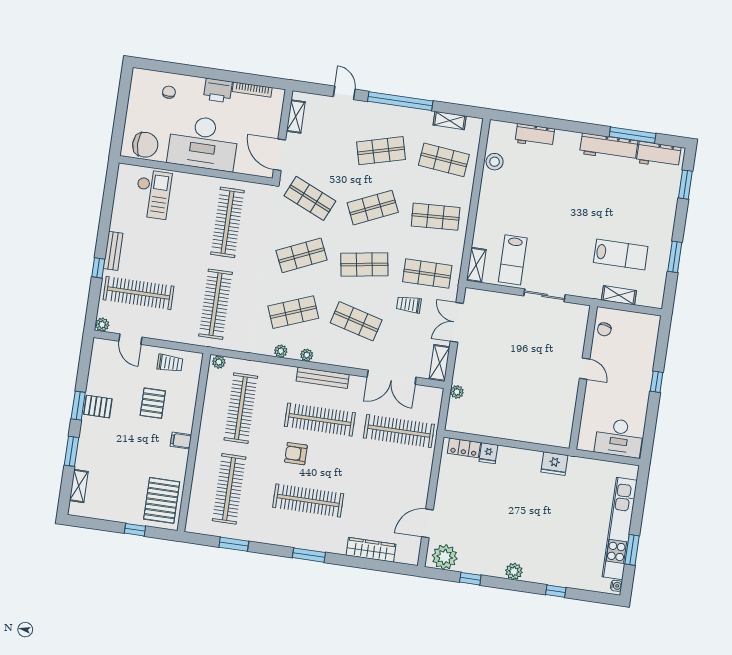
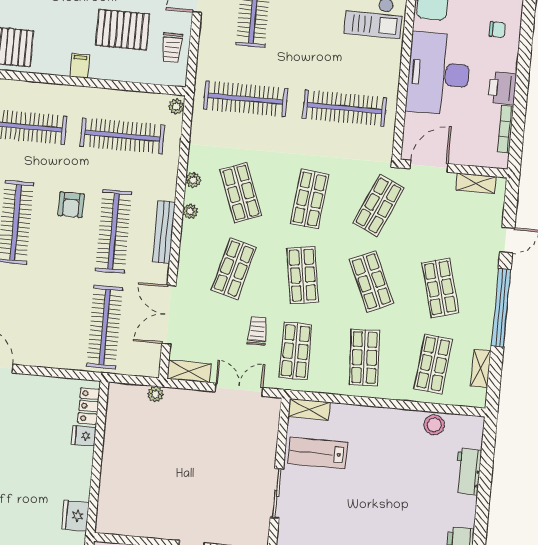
shop shelf: (302, 255) -> (310, 199), turned 30
pallet: (153, 403) -> (123, 30), width x1.50, depth x1.42
armchair: (296, 454) -> (71, 205), turned 180

